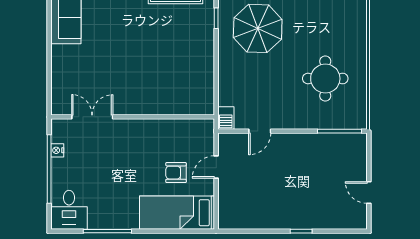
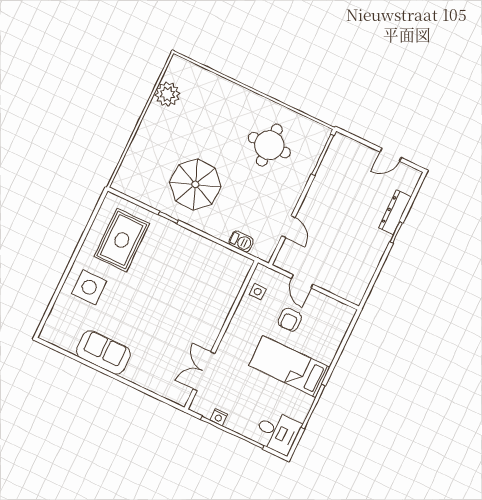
barbecue: (226, 118) -> (241, 241), moved
side table: (188, 131) -> (258, 292), added
bed: (177, 213) -> (289, 366), moved, turned 90
dresser: (319, 221) -> (395, 212), added

